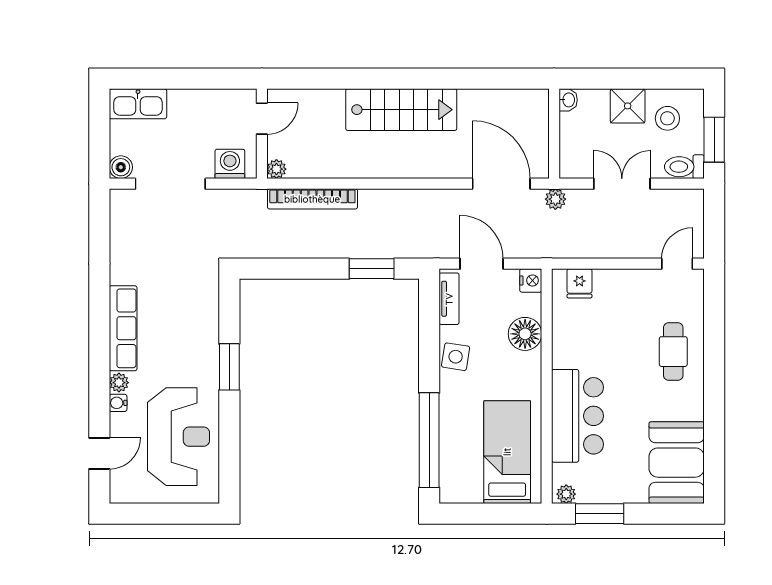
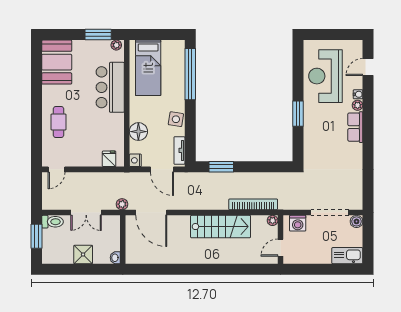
stairs: (401, 110) -> (221, 227), moved, turned 180
stool: (667, 118) -> (62, 248), removed
row of seats: (123, 328) -> (355, 127), width x0.68

